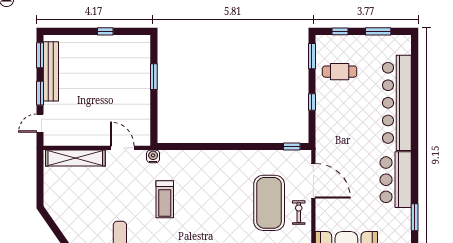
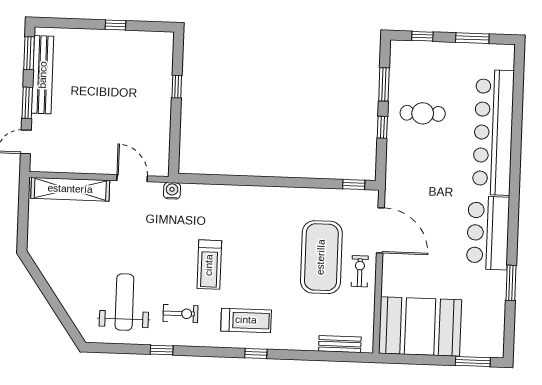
window: (312, 56) -> (384, 84), moved
cafe table: (340, 72) -> (423, 113), moved
window: (154, 77) -> (177, 87), width x0.67
treadmill: (165, 199) -> (209, 265), moved

